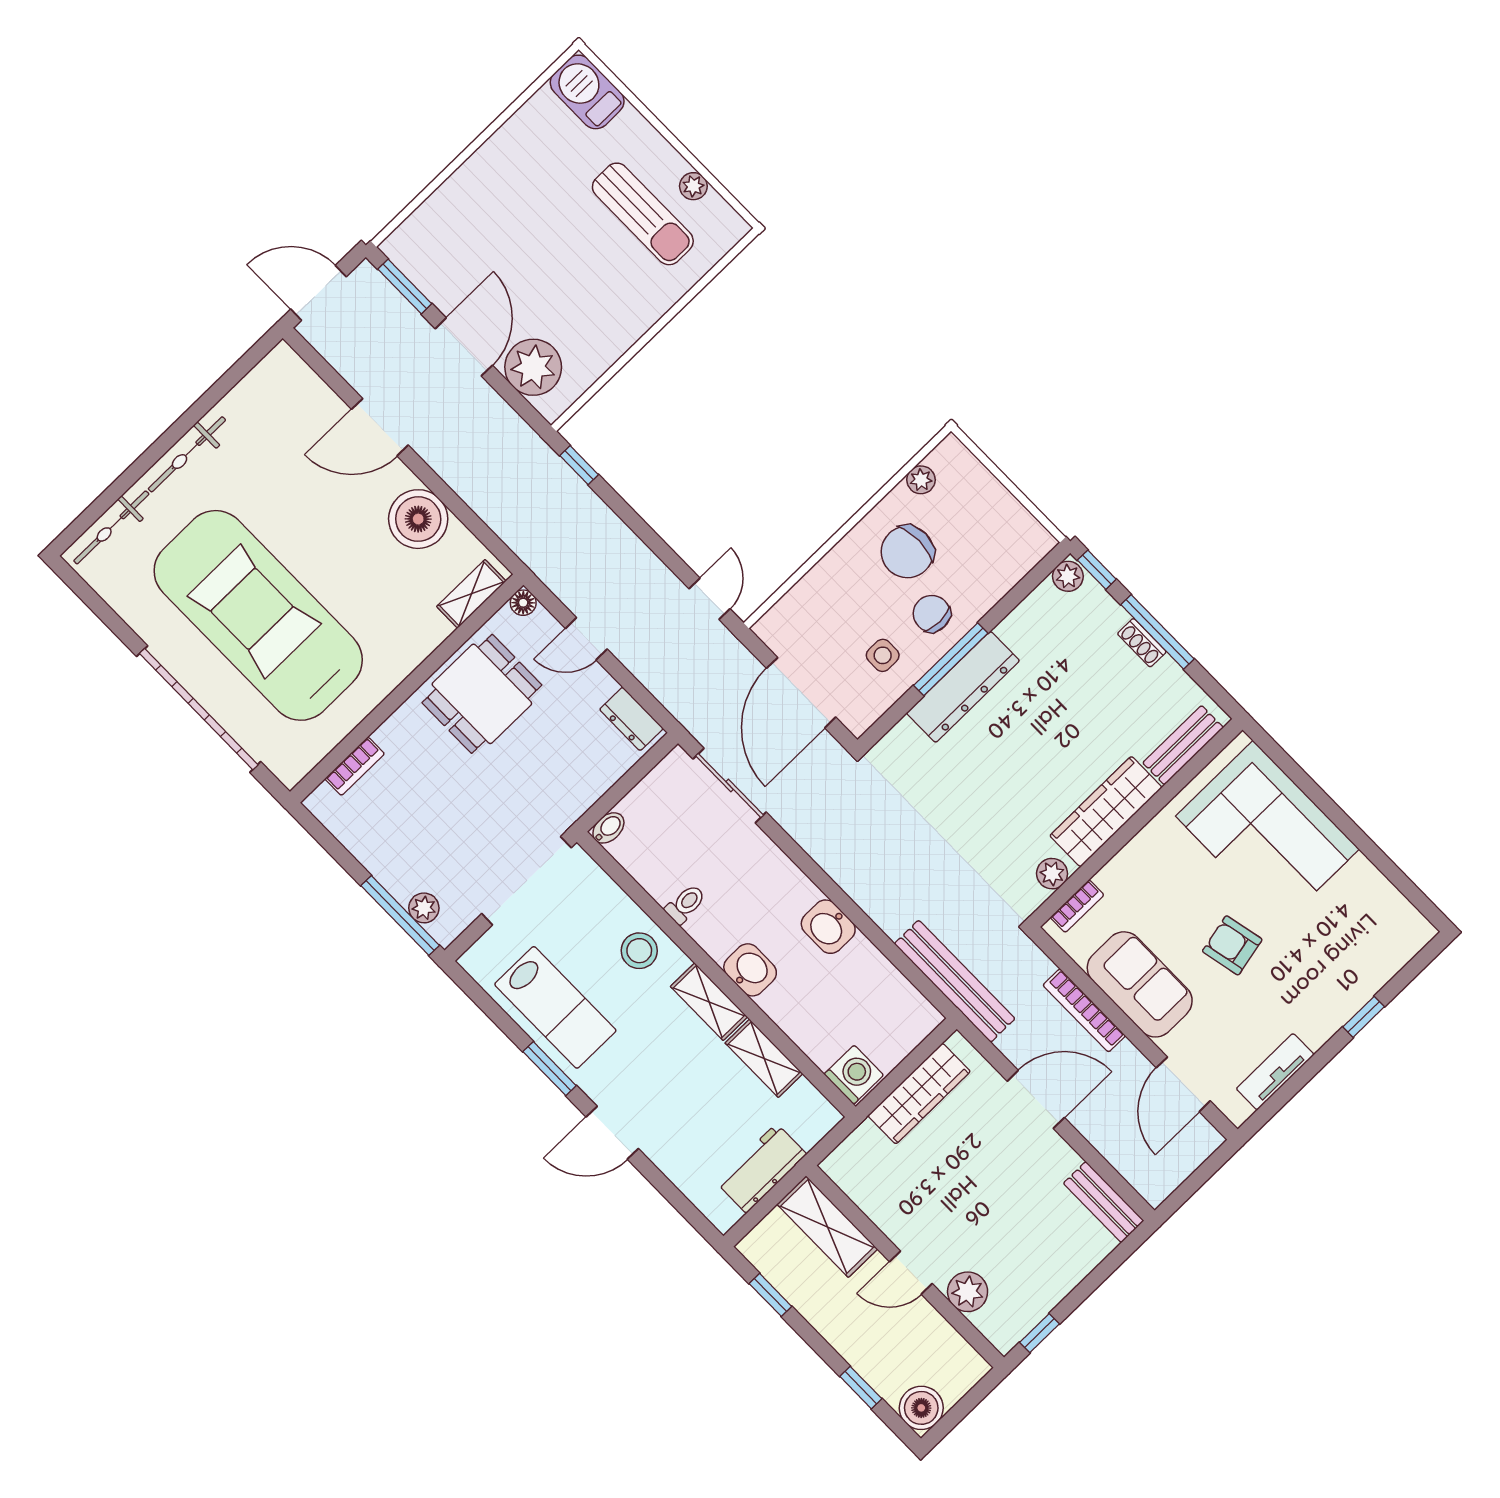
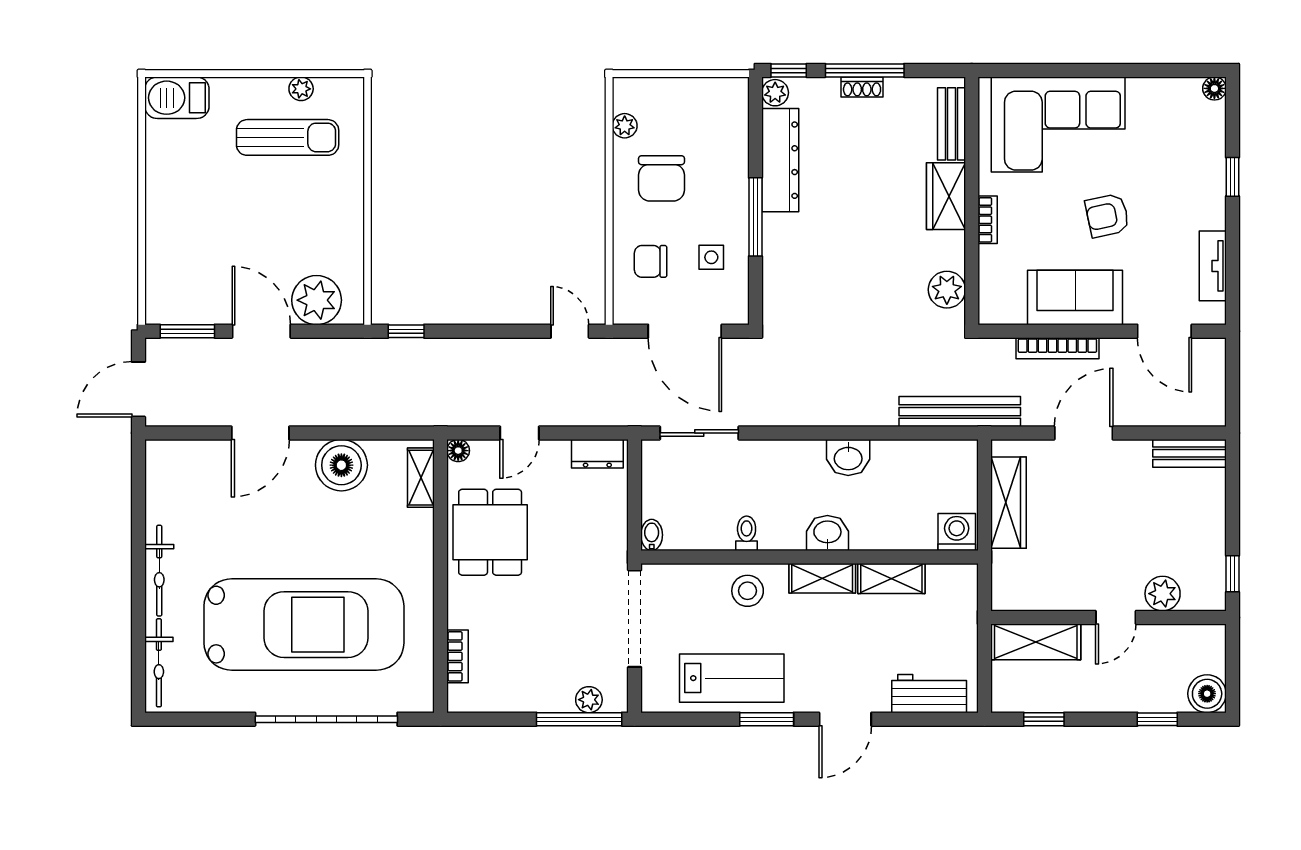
chair: (932, 614) -> (651, 261), moved
car: (258, 615) -> (304, 625), turned 180
dresser: (963, 687) -> (780, 160), moved
wardrobe: (1106, 812) -> (946, 196), width x0.67
plant: (1052, 874) -> (947, 290), width x1.38, depth x1.38
bookcase: (1077, 906) -> (988, 220), moved
floor lamp: (1421, 932) -> (1214, 88), added
workbench: (761, 1168) -> (929, 694), moved, turned 90

